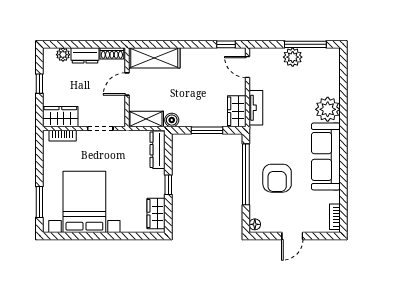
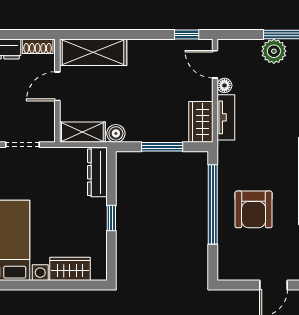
wardrobe: (156, 214) -> (70, 269), moved, turned 90
floor lamp: (255, 224) -> (224, 85), moved

